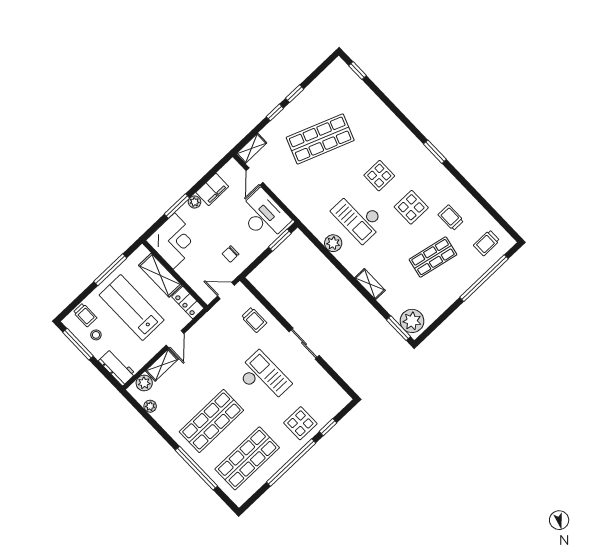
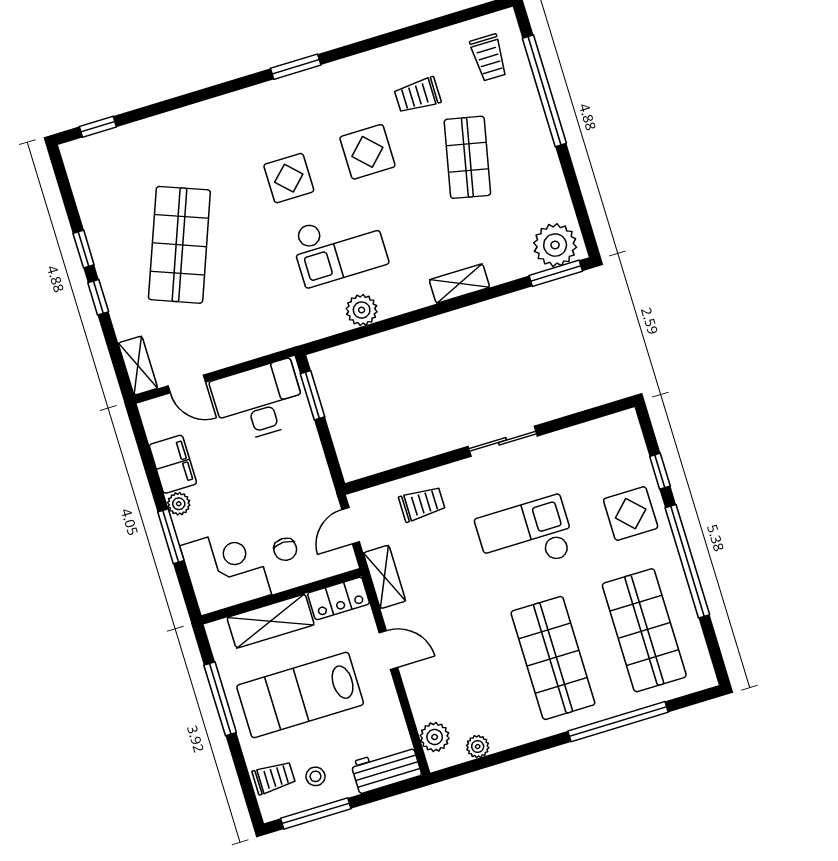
chair: (231, 254) -> (285, 549), moved
shelving: (162, 365) -> (385, 577), moved

